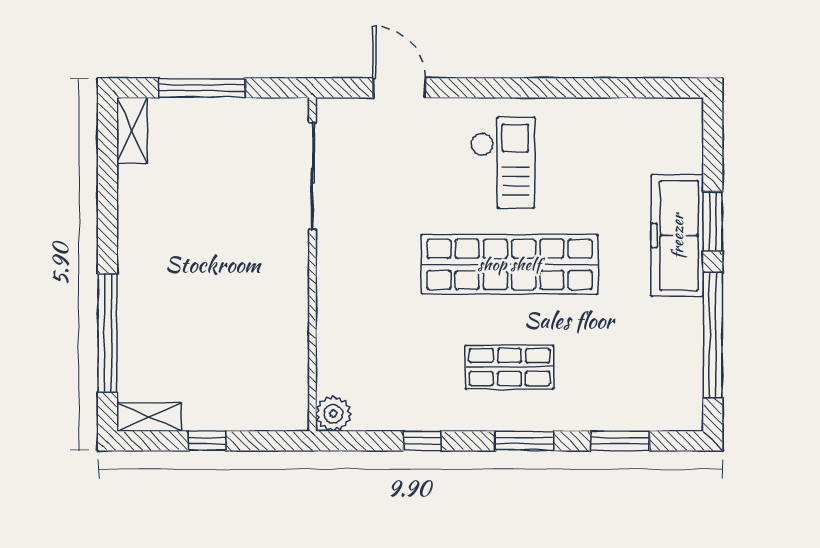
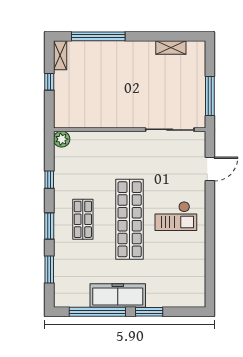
window: (202, 88) -> (210, 96), moved
shelving: (132, 130) -> (171, 47), moved
freezer: (677, 236) -> (118, 296), moved

